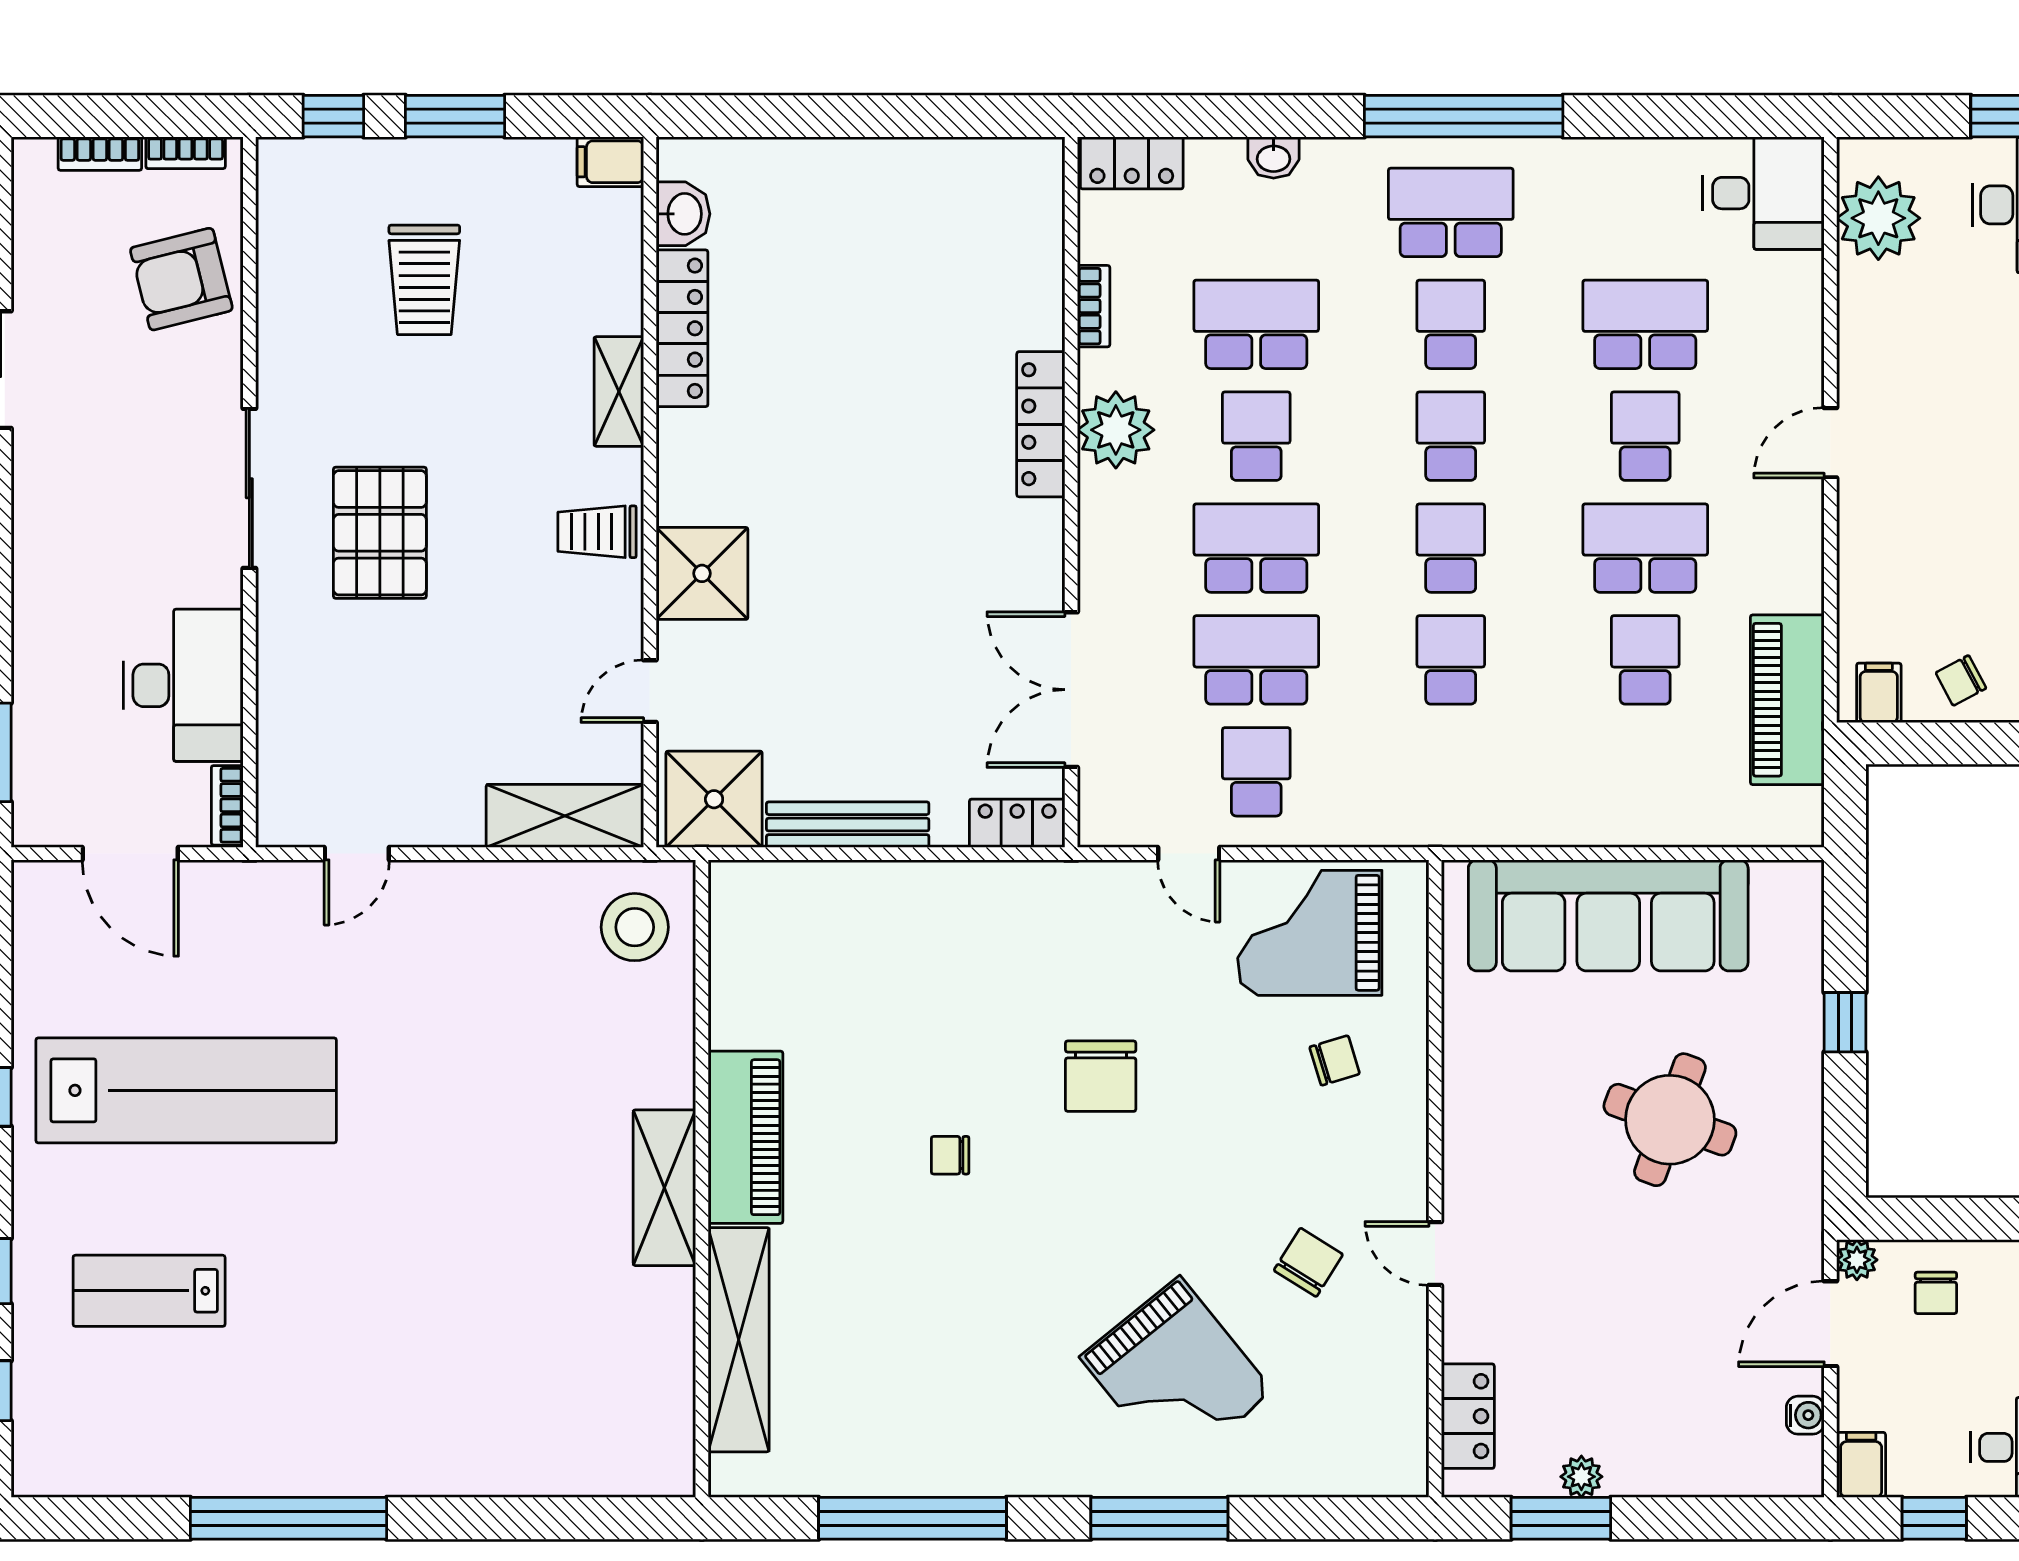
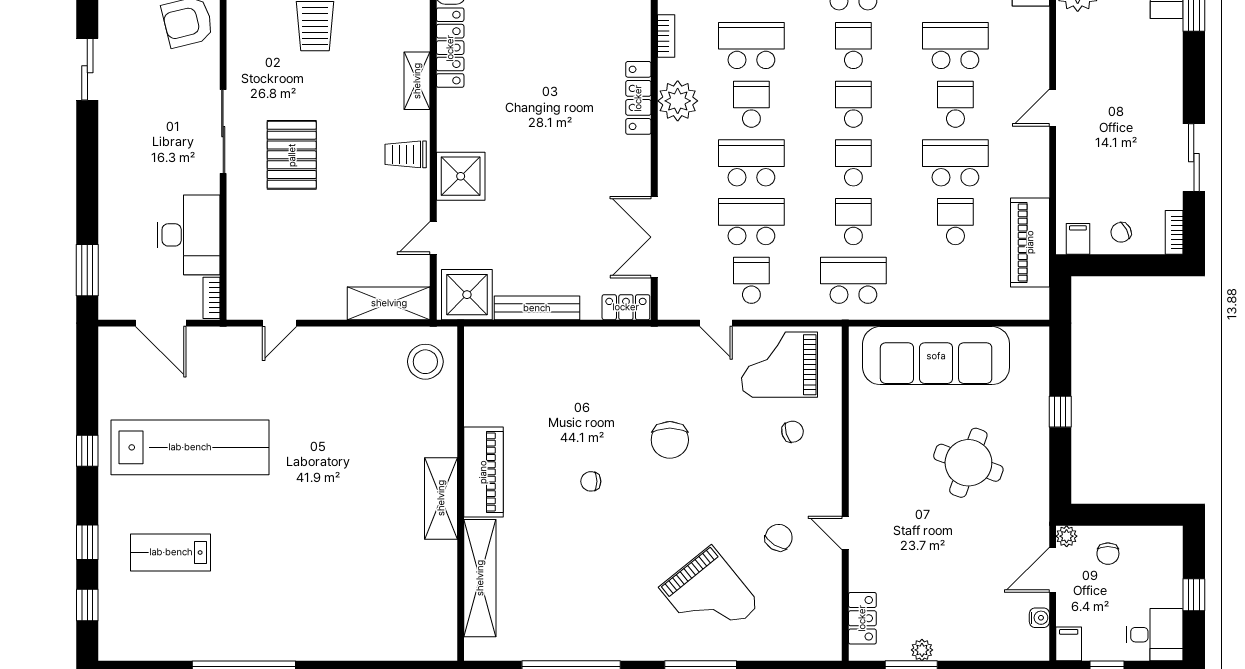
school desk: (1451, 772) -> (853, 280), added

